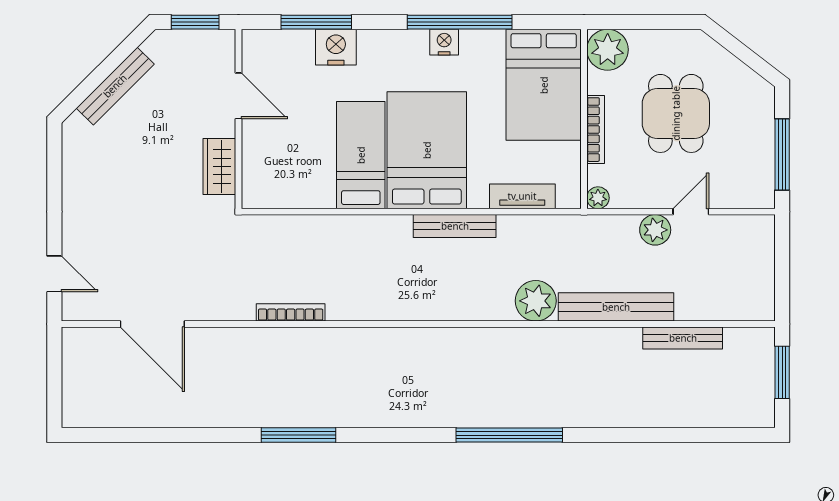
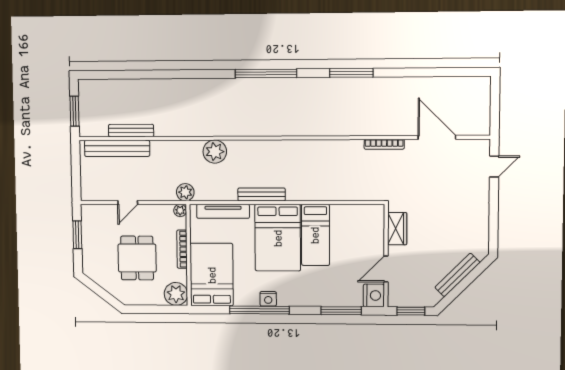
nightstand: (336, 47) -> (374, 295), moved, turned -90
door: (238, 96) -> (386, 269), hinge flipped
window: (782, 155) -> (77, 235), width x0.69
tv unit: (522, 196) -> (223, 211), width x1.41
plant: (655, 230) -> (185, 192), moved
door: (54, 274) -> (494, 166), swing flipped
bench: (616, 307) -> (117, 148), moved
bookcase: (291, 312) -> (384, 144), moved
window: (509, 435) -> (266, 74), moved

